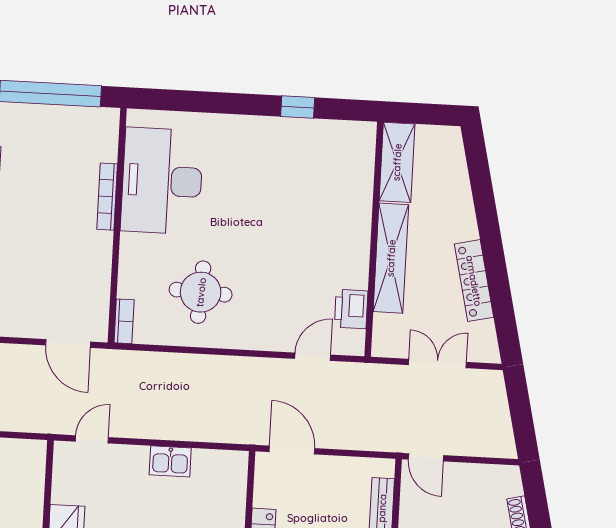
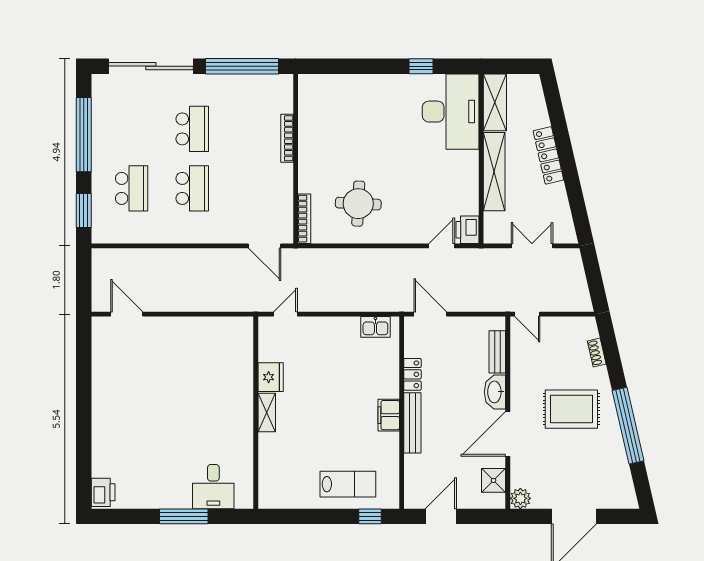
desk: (162, 181) -> (451, 112), moved, turned 180
locker: (474, 281) -> (548, 155), moved
printer: (351, 309) -> (468, 230), moved
bookcase: (124, 321) -> (304, 219), width x1.56
kitchen sink: (170, 461) -> (375, 327), moved

